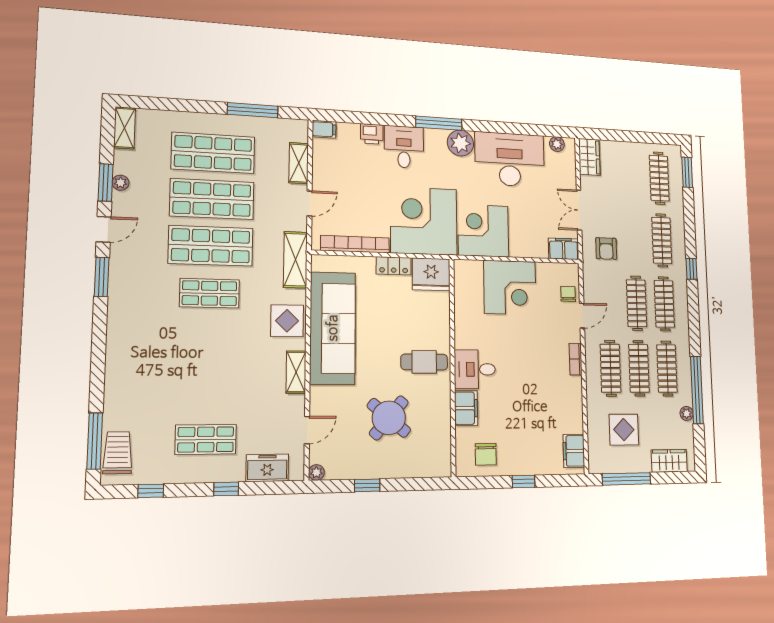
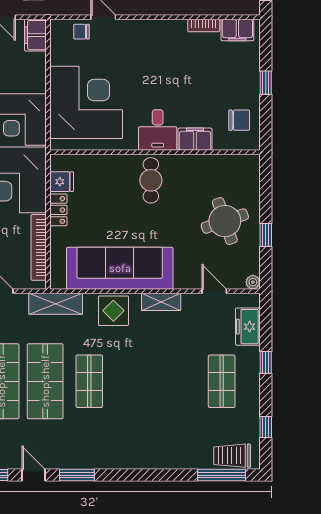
fridge: (431, 274) -> (62, 182), width x0.53, depth x0.75
corner desk: (510, 288) -> (86, 102), width x1.36, depth x1.36
bookcase: (576, 359) -> (204, 25), moved
round table: (389, 418) -> (225, 221), moved, turned 31

